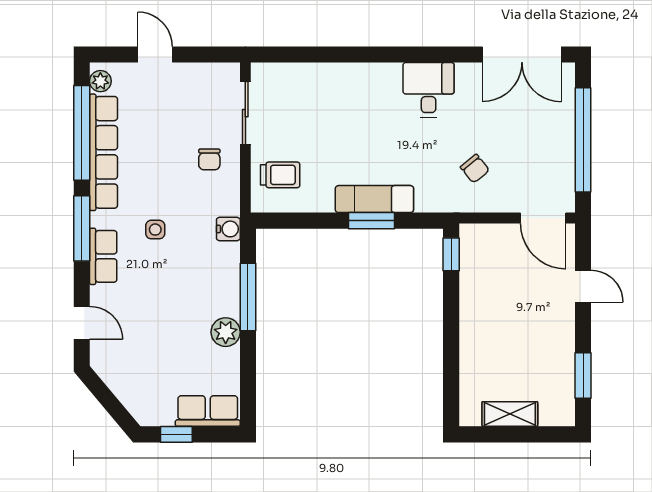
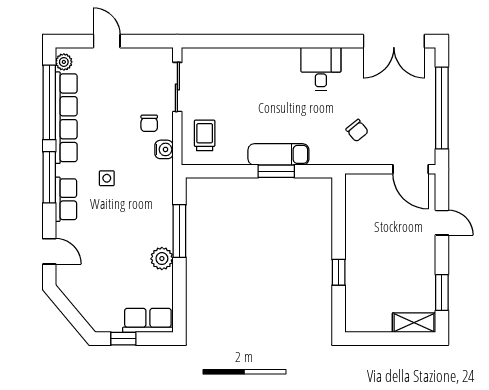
trolley: (280, 175) -> (205, 135), turned -90
water cooler: (228, 229) -> (164, 149), moved
window: (451, 254) -> (339, 272), moved
shelving: (510, 414) -> (414, 323), moved

